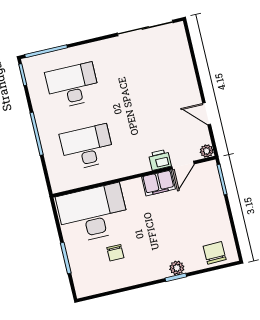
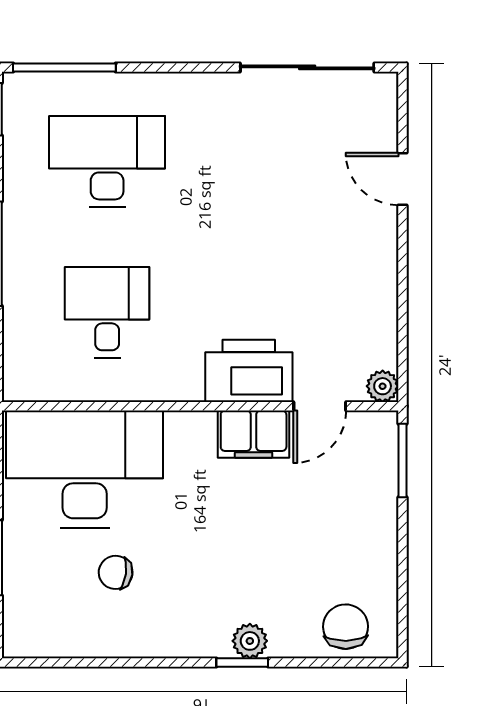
door: (207, 114) -> (403, 179), moved
desk: (87, 147) -> (107, 312), width x0.73
printer: (160, 160) -> (249, 371), width x1.87, depth x1.48
chair: (115, 253) -> (116, 572), turned 98

